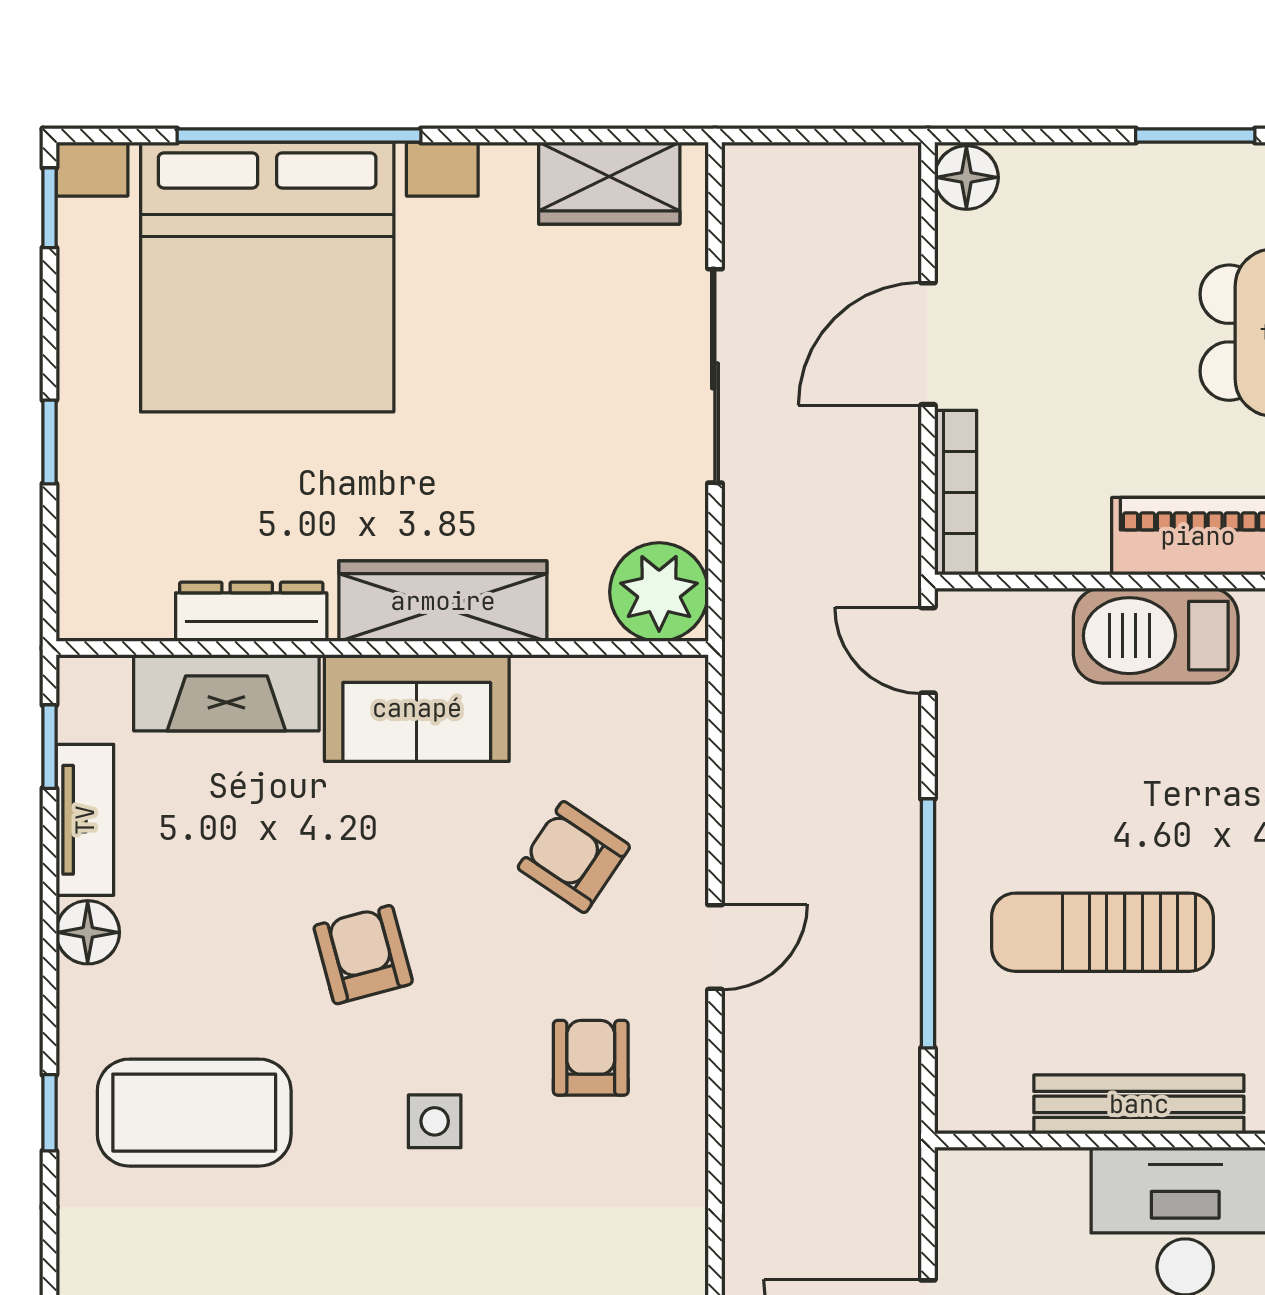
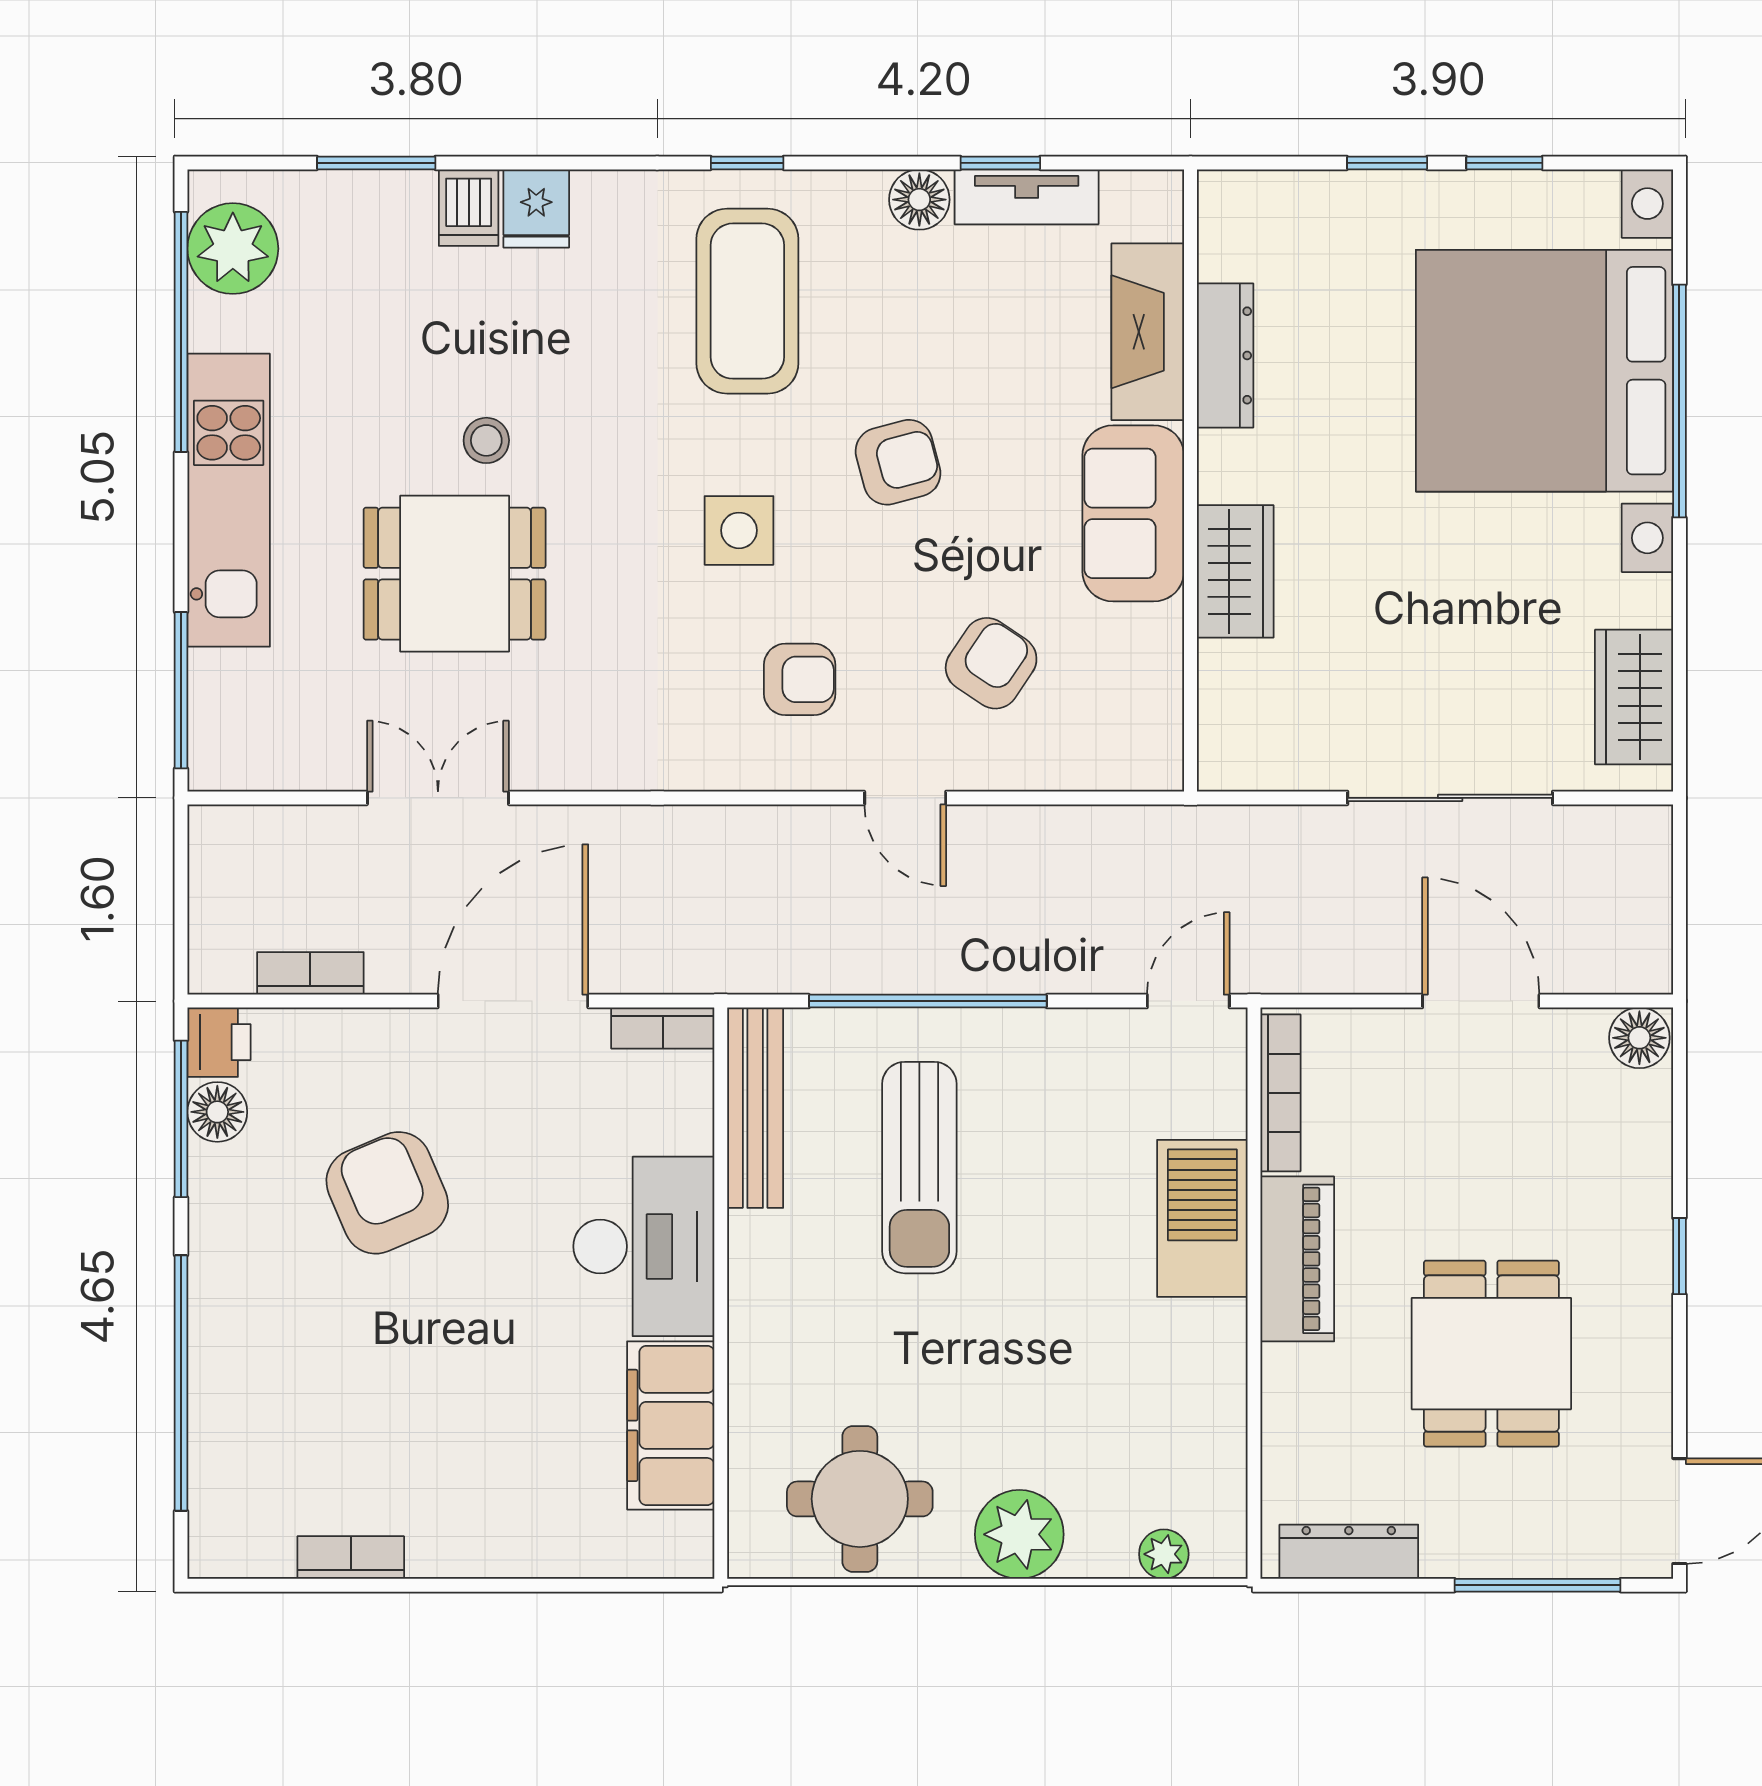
window: (1195, 135) -> (1679, 1256), width x0.67
window: (49, 208) -> (1504, 163), moved
bookcase: (956, 493) -> (1280, 1093), moved, turned -90
plant: (659, 592) -> (1244, 745), removed
wardrobe: (443, 601) -> (1235, 571), width x0.67
window: (49, 747) -> (1000, 163), moved
sun lounger: (1102, 932) -> (919, 1168), turned 180
bench: (1139, 1104) -> (755, 1108), moved
side table: (435, 1121) -> (739, 530), width x1.37, depth x1.37
bookcase: (956, 1201) -> (663, 1028), added

